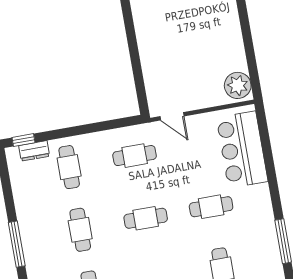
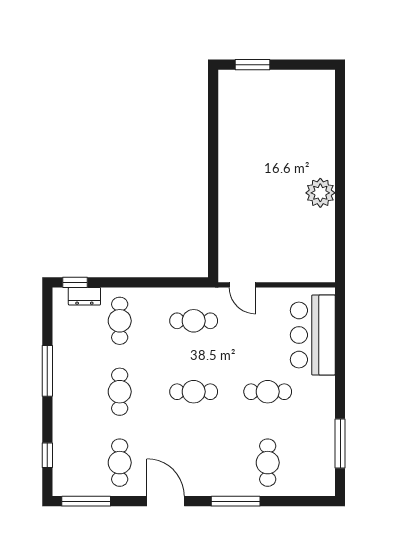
plant: (238, 85) -> (320, 193), moved
window: (17, 244) -> (47, 371), moved

